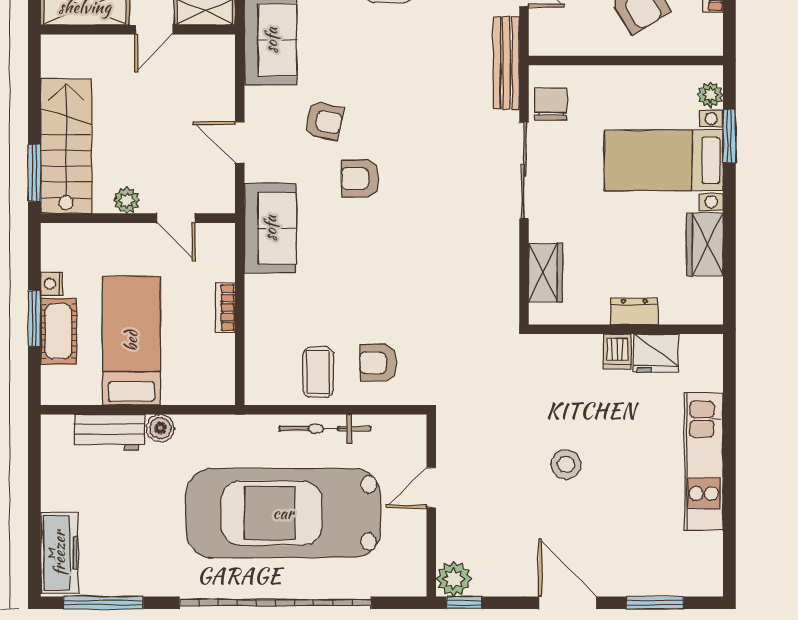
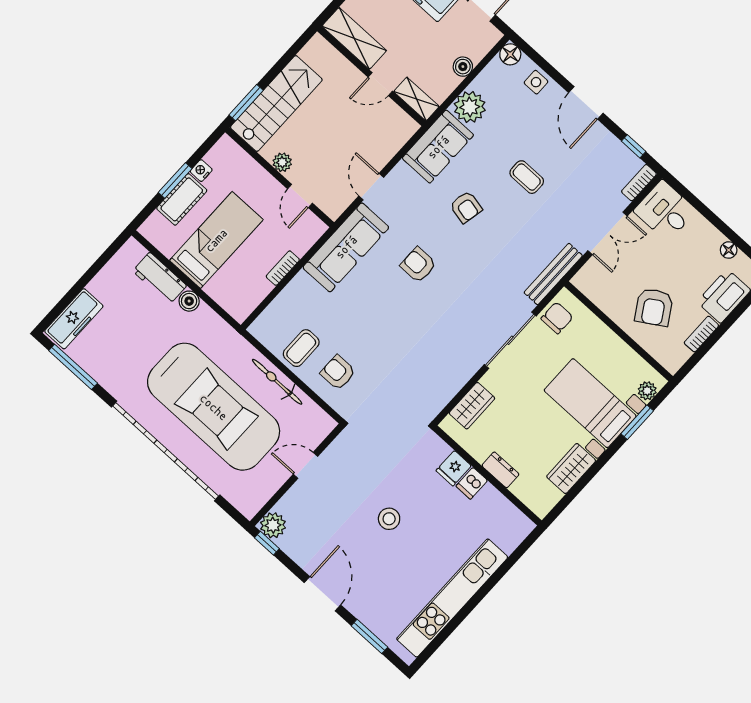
armchair: (324, 121) -> (466, 207), moved
sofa: (270, 228) -> (346, 247), width x1.36
fridge: (656, 353) -> (454, 468), moved, width x0.72
kitchen unit: (704, 462) -> (452, 598), width x1.36
car: (283, 513) -> (214, 407), turned 180

